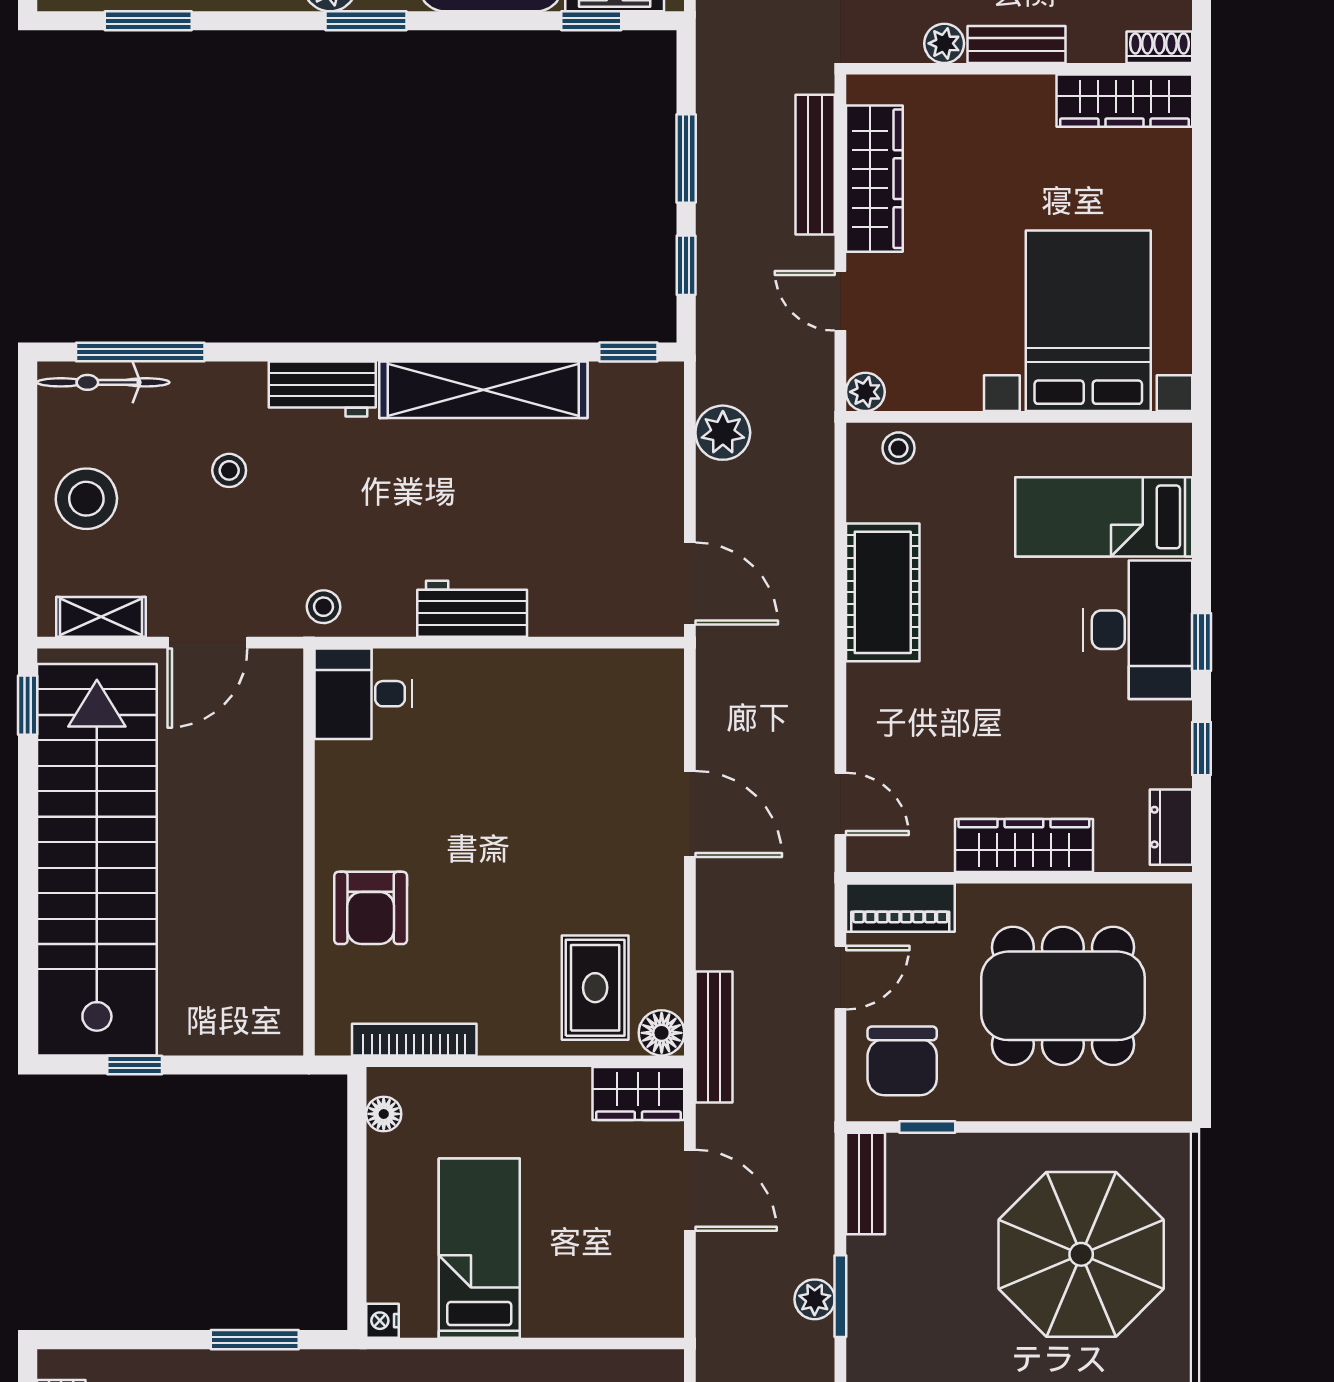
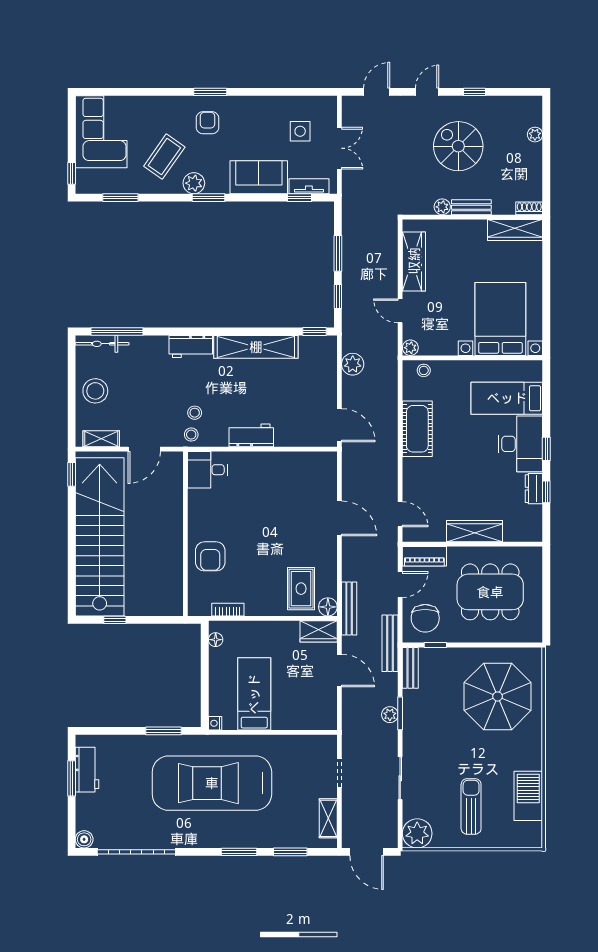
bench: (815, 165) -> (390, 643), moved
stool: (229, 470) -> (195, 413), moved
dresser: (1171, 827) -> (534, 489), moved
bookcase: (414, 1040) -> (228, 610), width x0.64

